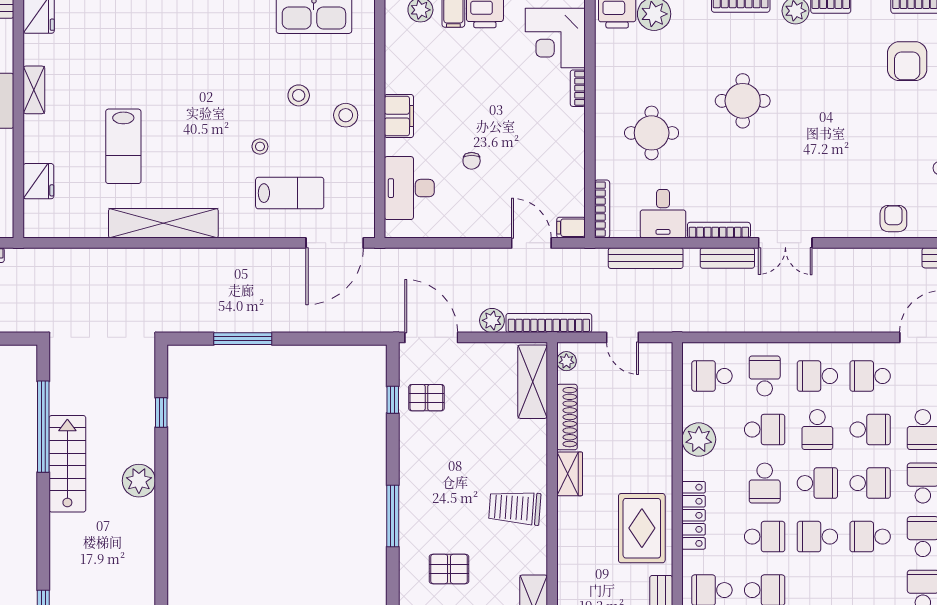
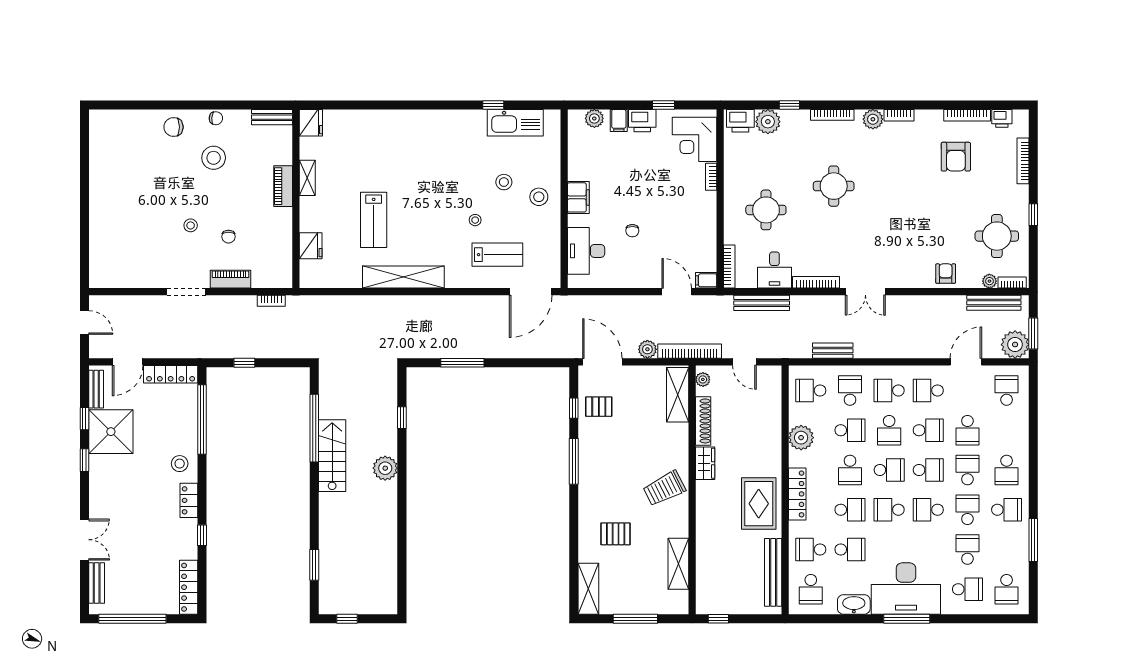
bench: (727, 258) -> (833, 351), moved
trolley: (515, 508) -> (664, 488), turned -31
window: (393, 516) -> (574, 461), moved

